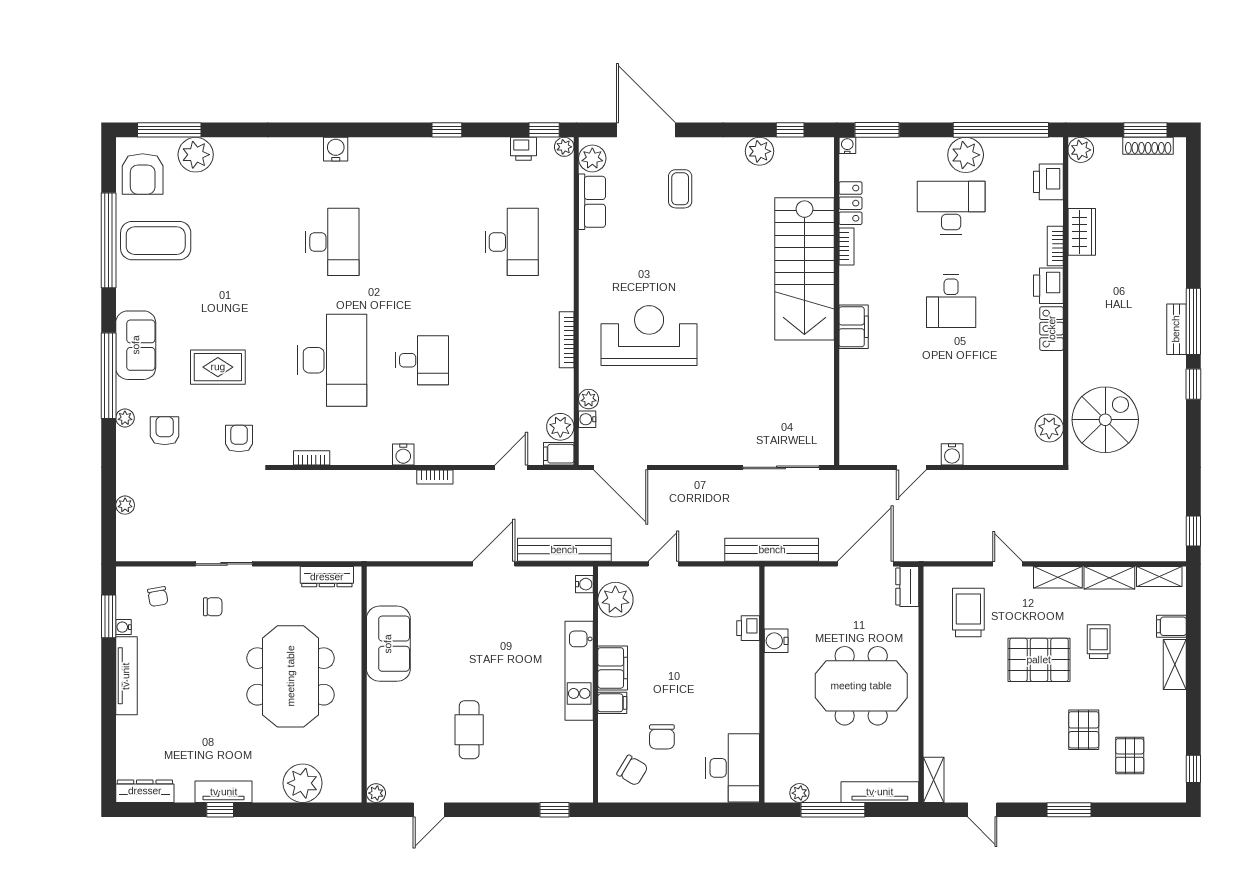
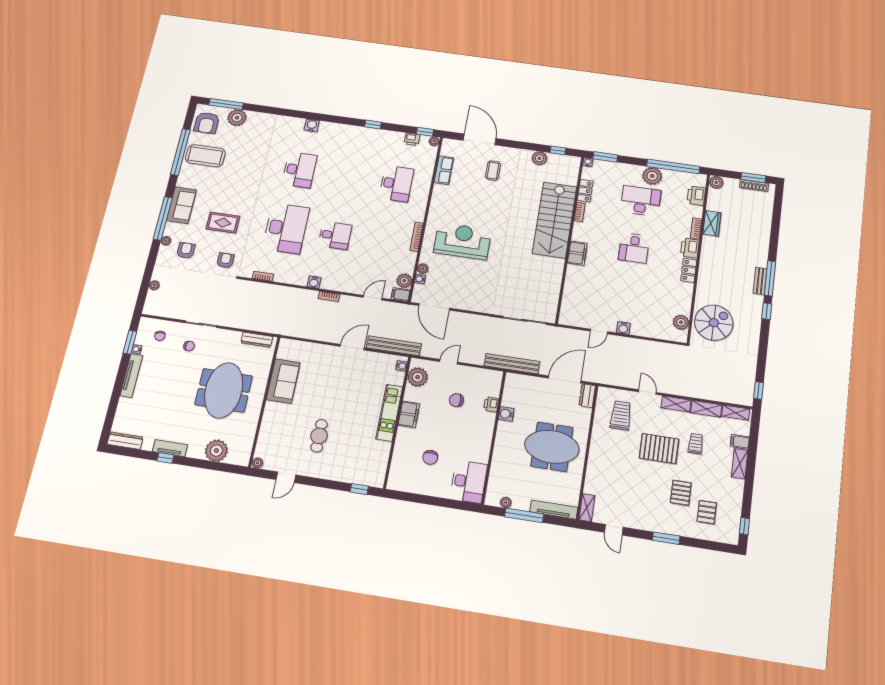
plant: (592, 158) -> (448, 149), removed
filing cabinet: (612, 703) -> (405, 434), removed
chair: (632, 770) -> (456, 400), moved, turned 148

